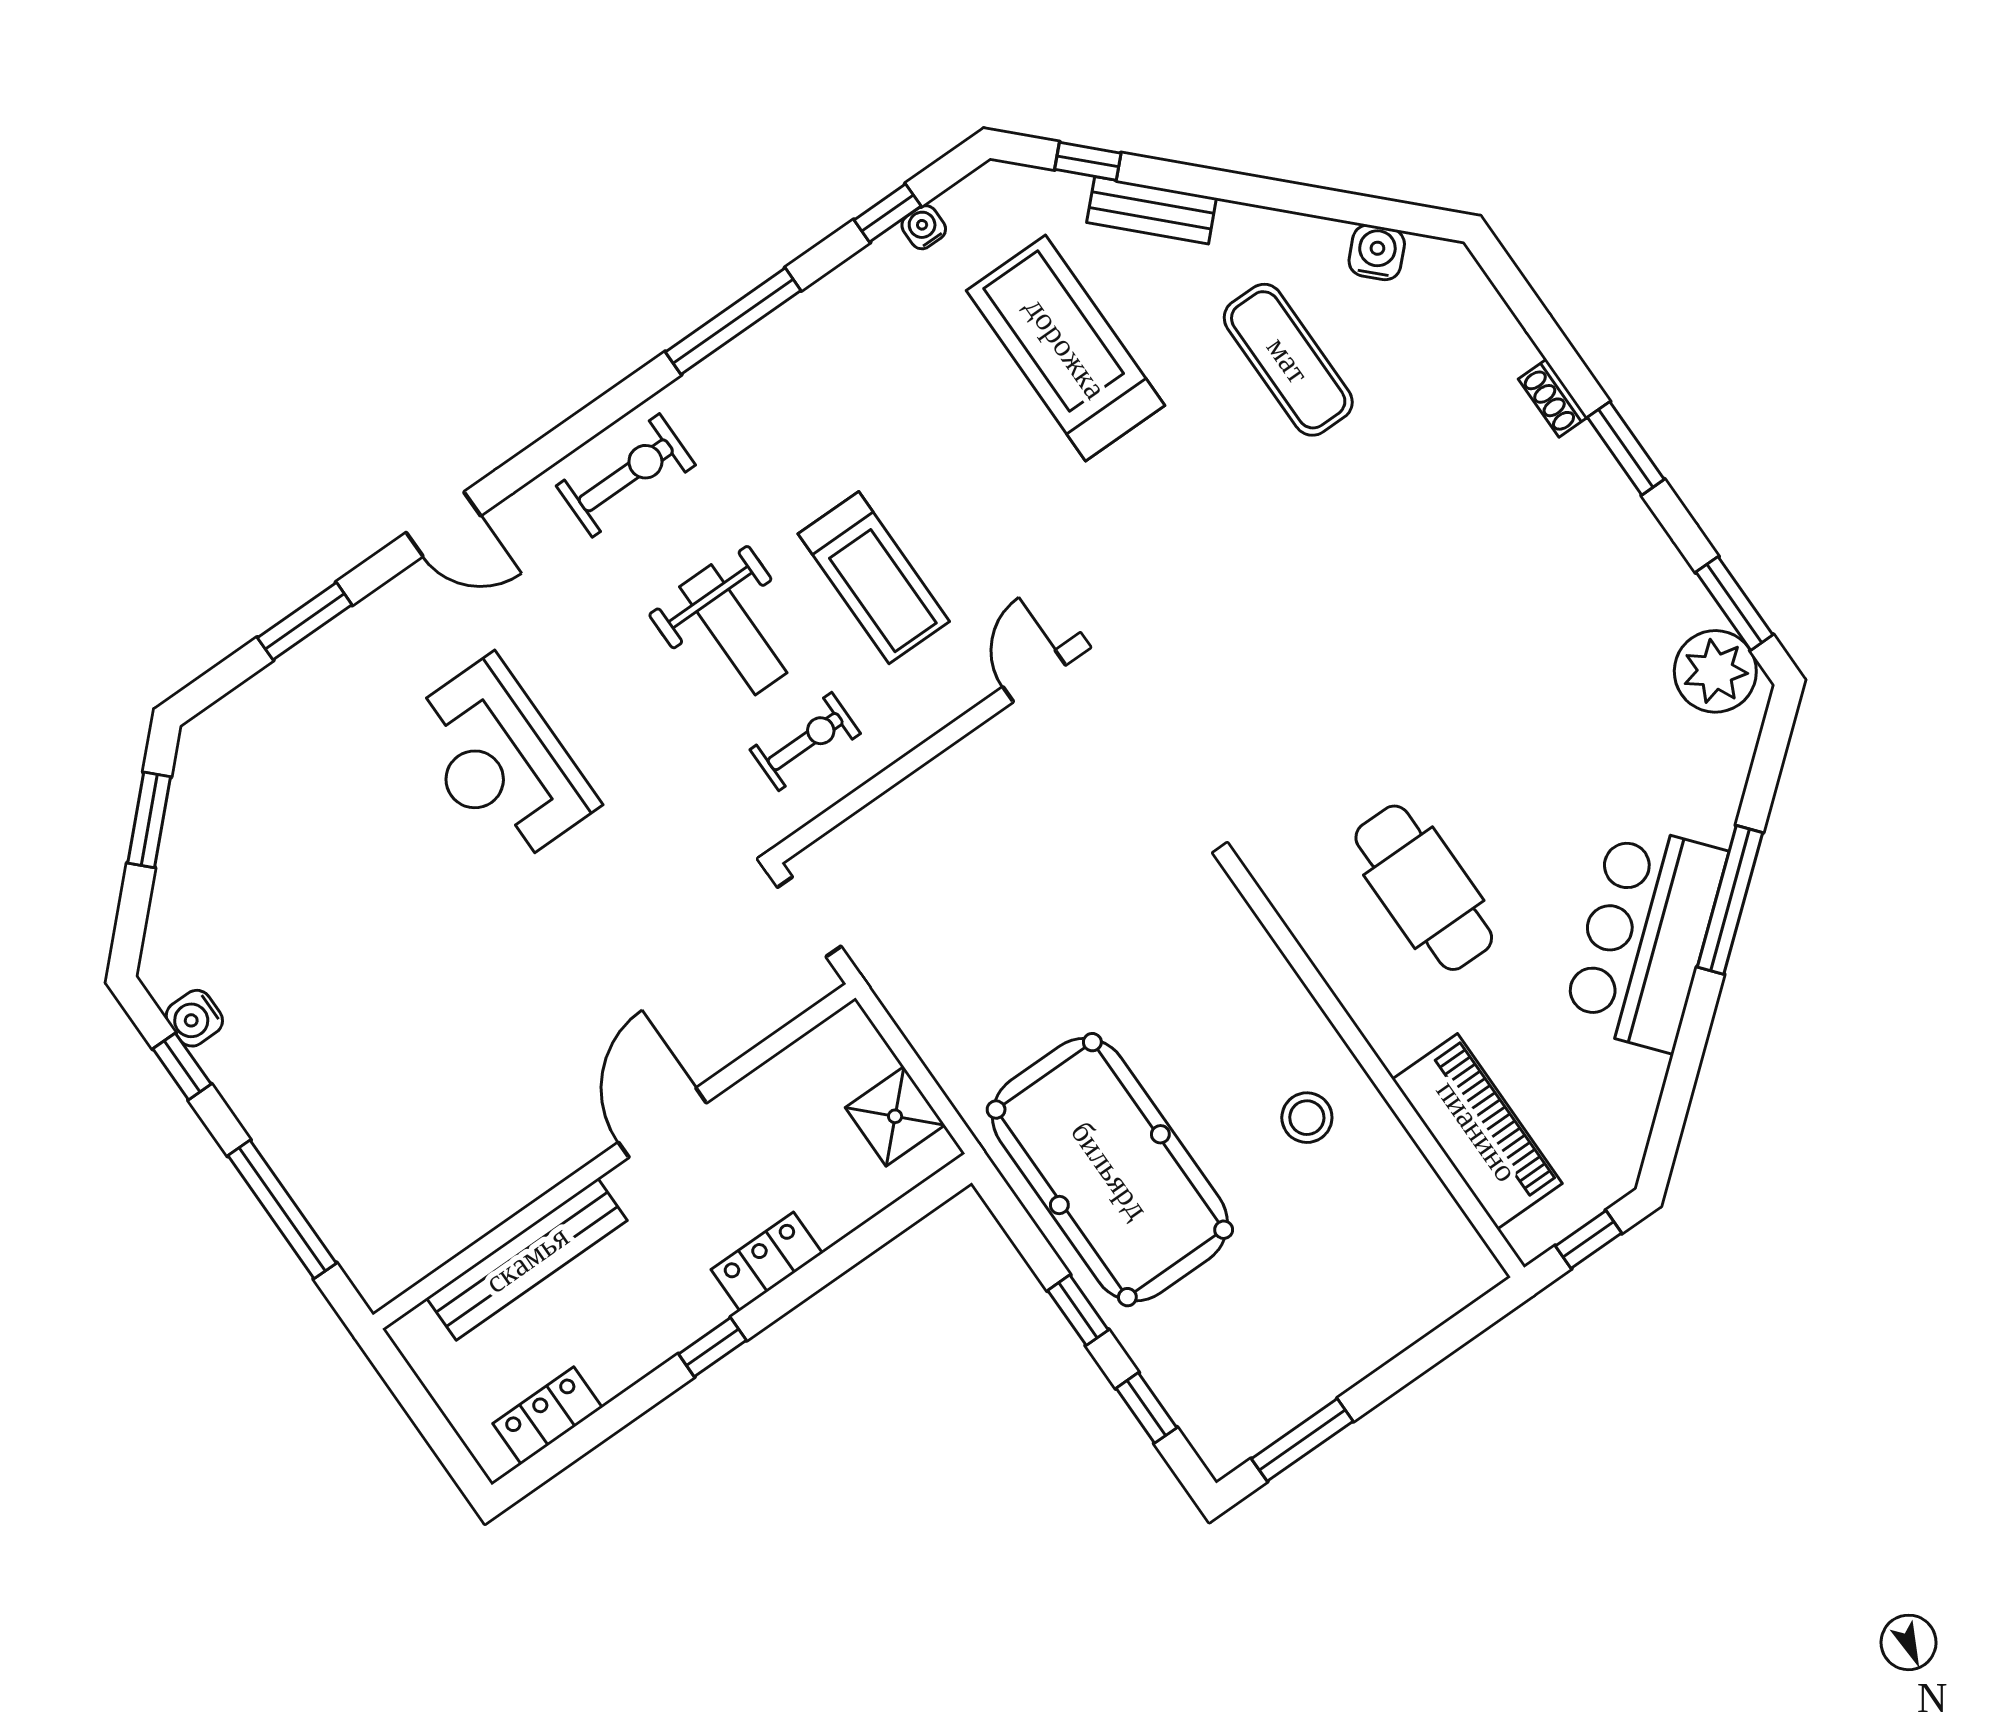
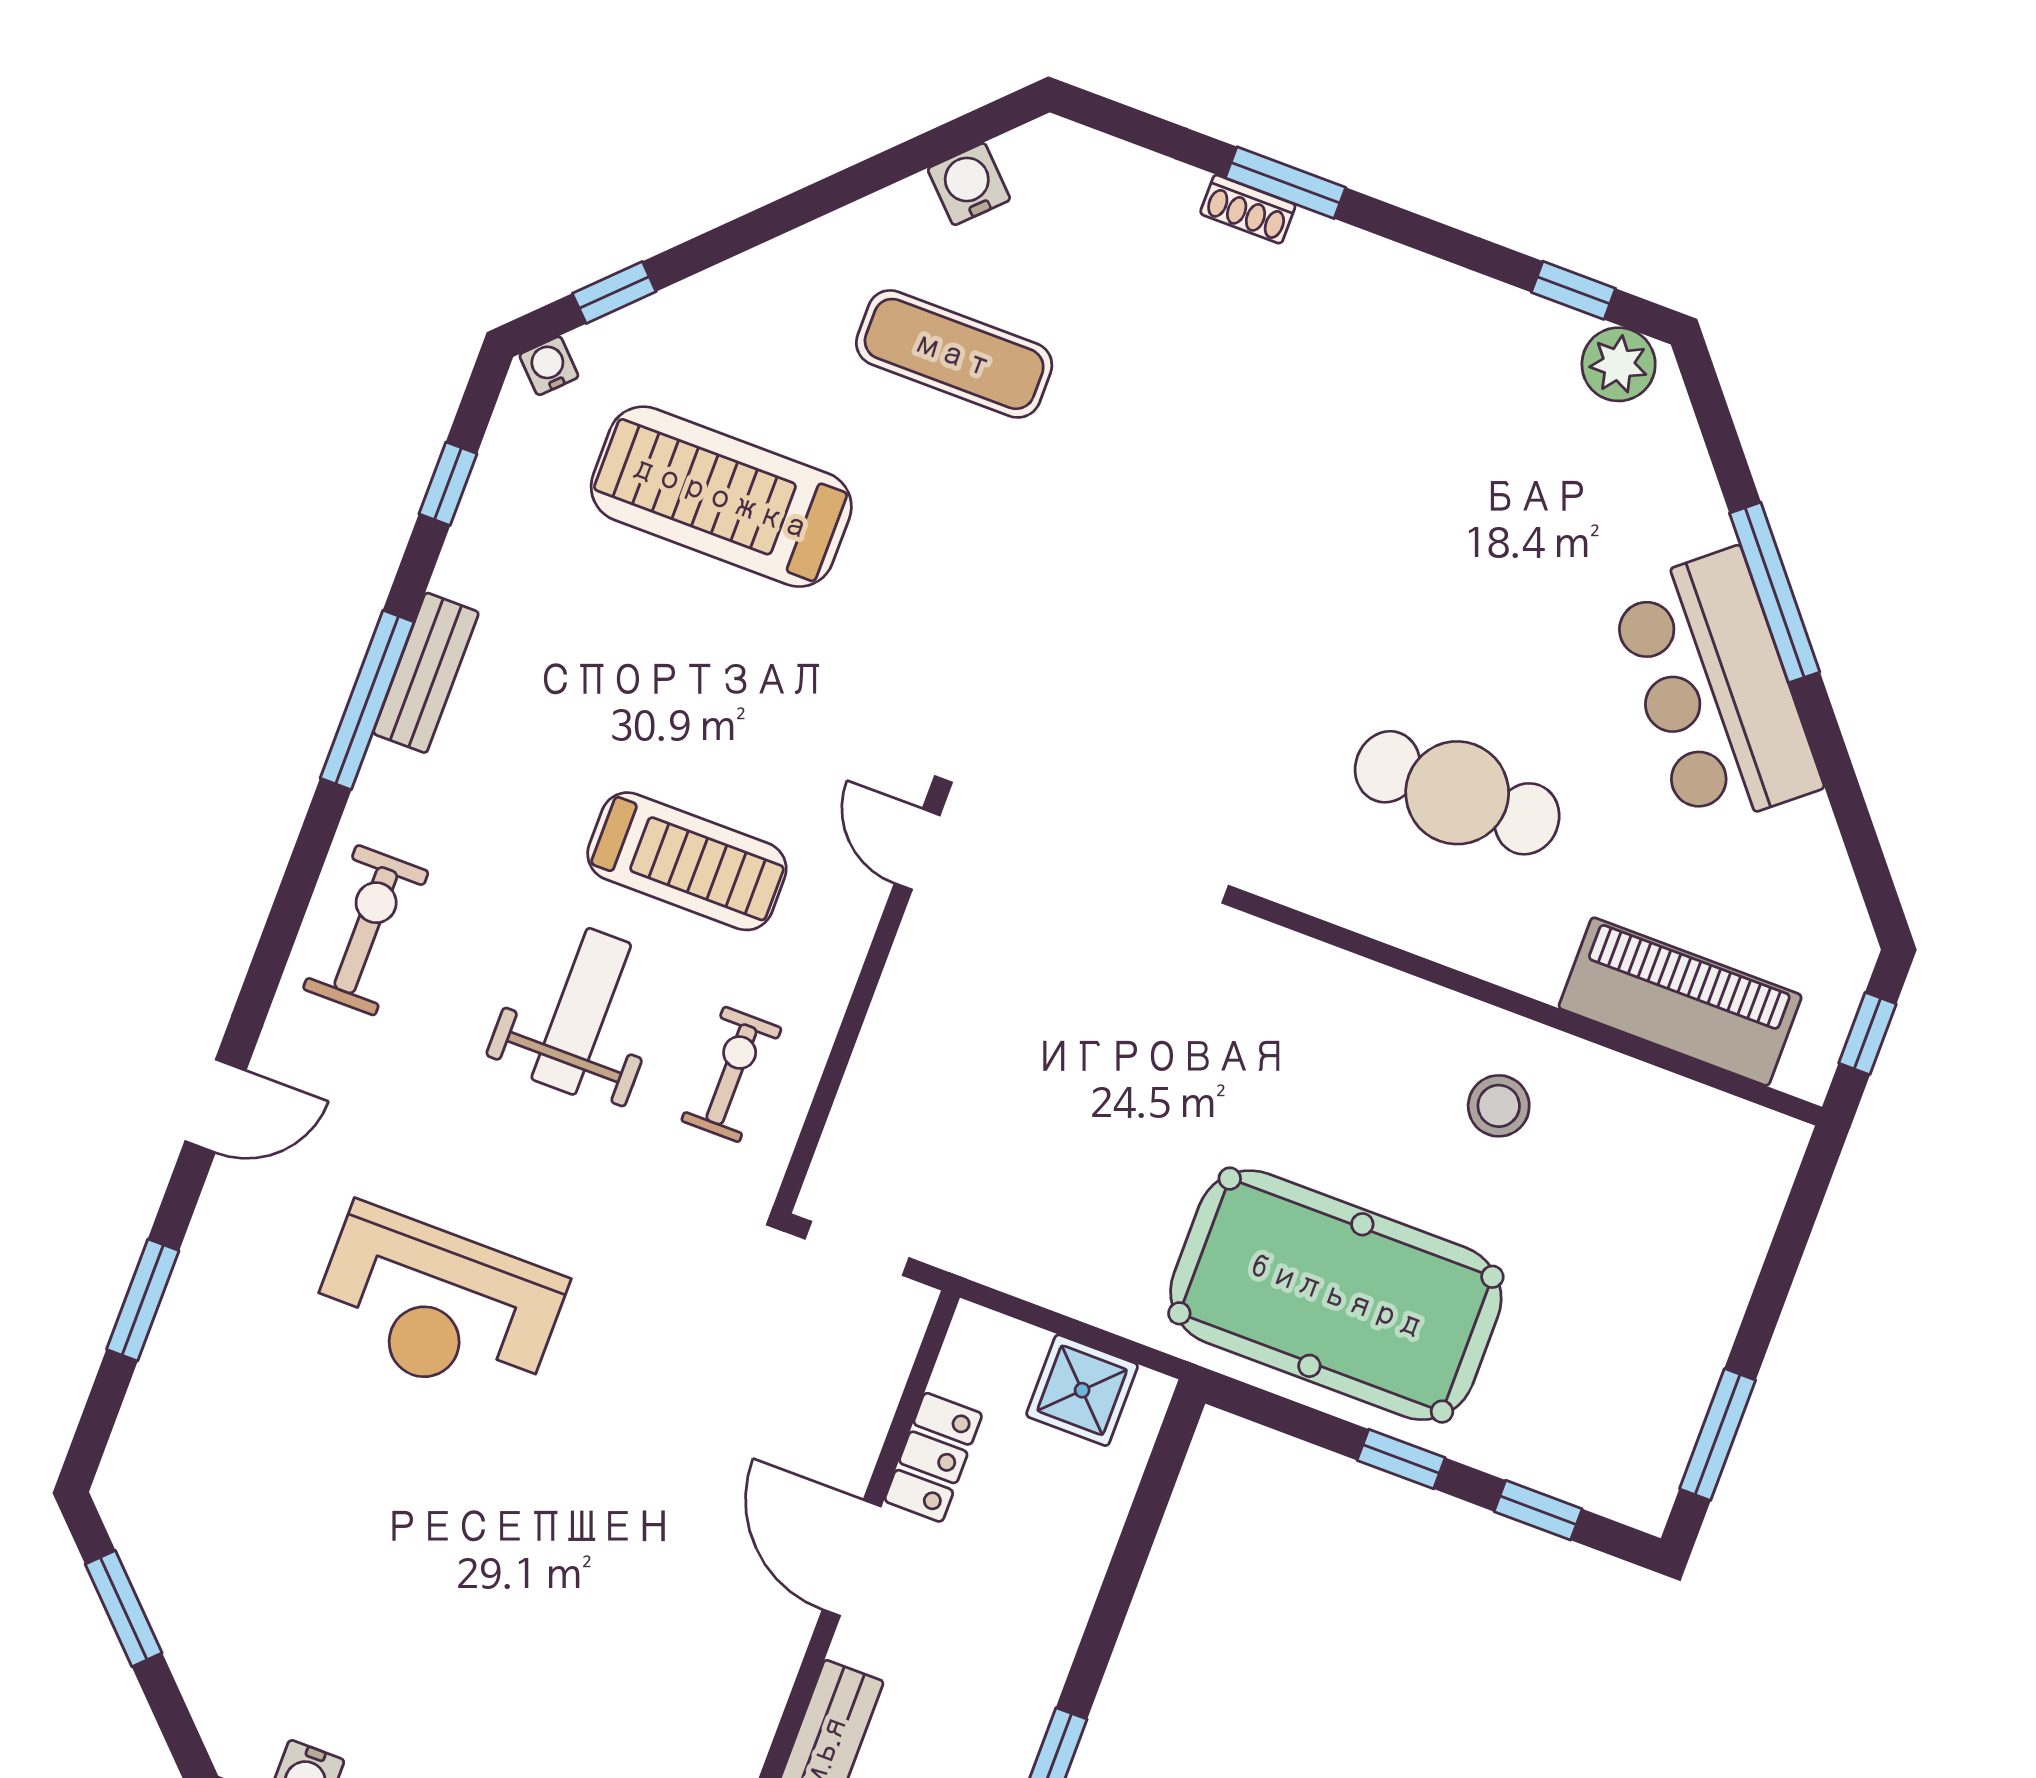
bench: (1152, 210) -> (426, 673), moved, turned -45
water cooler: (924, 227) -> (549, 366), moved, turned 45
window: (1626, 448) -> (1285, 183), moved
window: (1734, 603) -> (1573, 290), width x0.67
weight bench: (733, 630) -> (581, 1011), turned -90
plant: (1715, 671) -> (1619, 364), width x0.73, depth x0.73
locker: (767, 1261) -> (933, 1457), moved, turned 180

